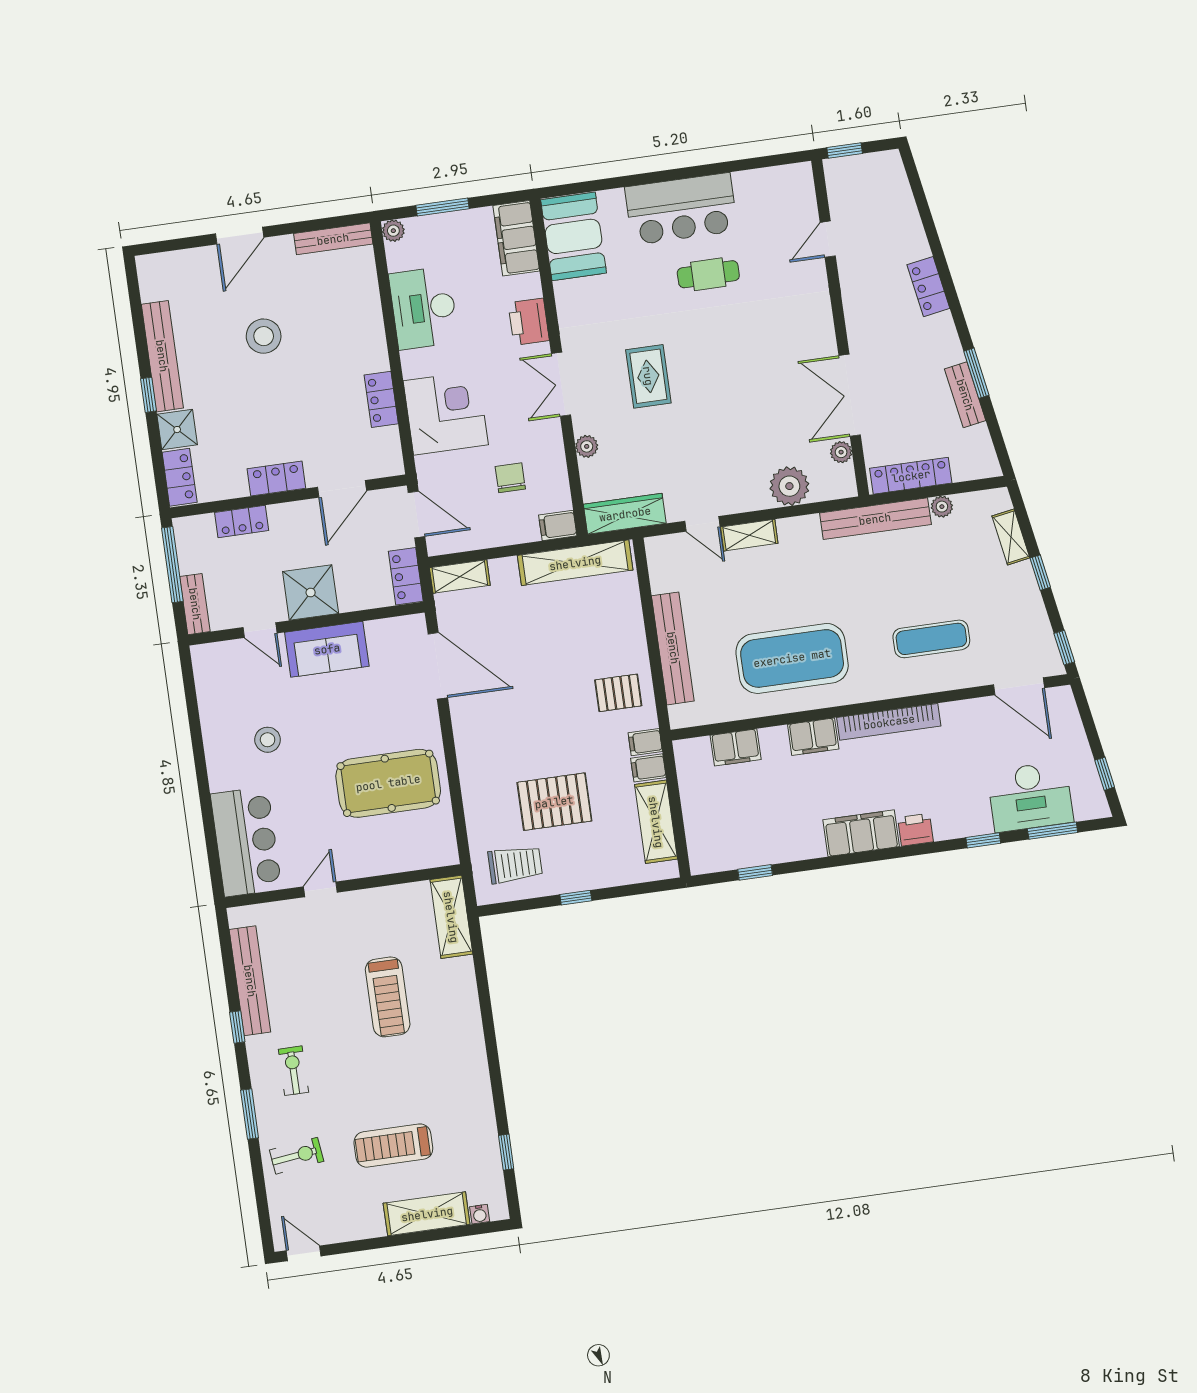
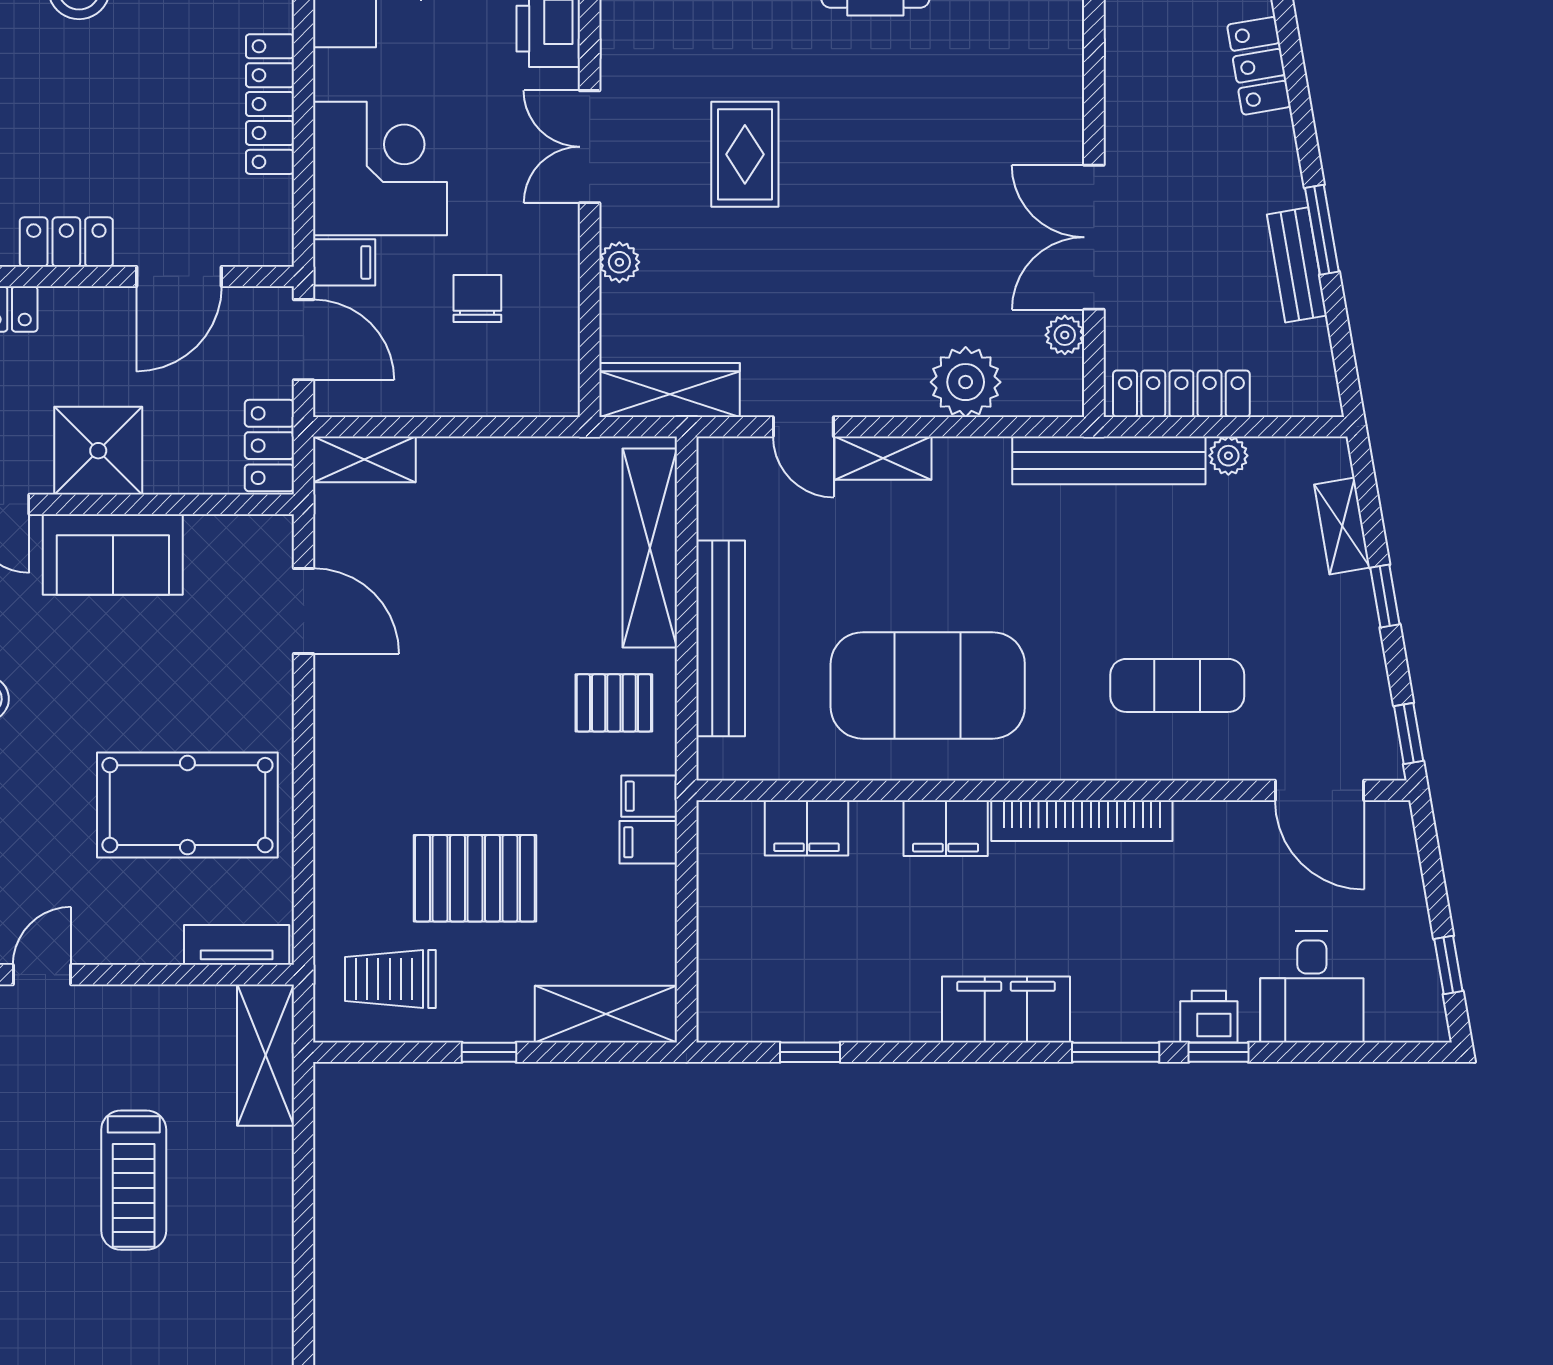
locker: (381, 399) -> (270, 104), width x1.53
filing cabinet: (558, 525) -> (344, 262), moved, turned 180
shelving: (575, 563) -> (650, 548), moved, turned 90
door: (438, 666) -> (304, 611), width x0.73
desk: (1030, 797) -> (1312, 987), width x0.73
shelving: (656, 822) -> (606, 1014), moved, turned 90
printer: (915, 830) -> (1209, 1017), moved
window: (1053, 831) -> (1116, 1052), moved
tv unit: (427, 858) -> (237, 945), added
trolley: (515, 865) -> (390, 979), turned 180

